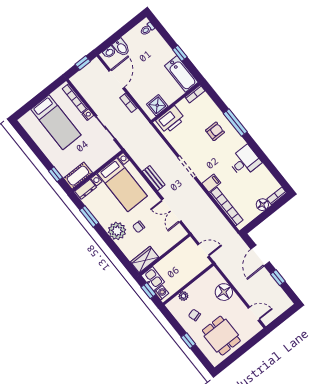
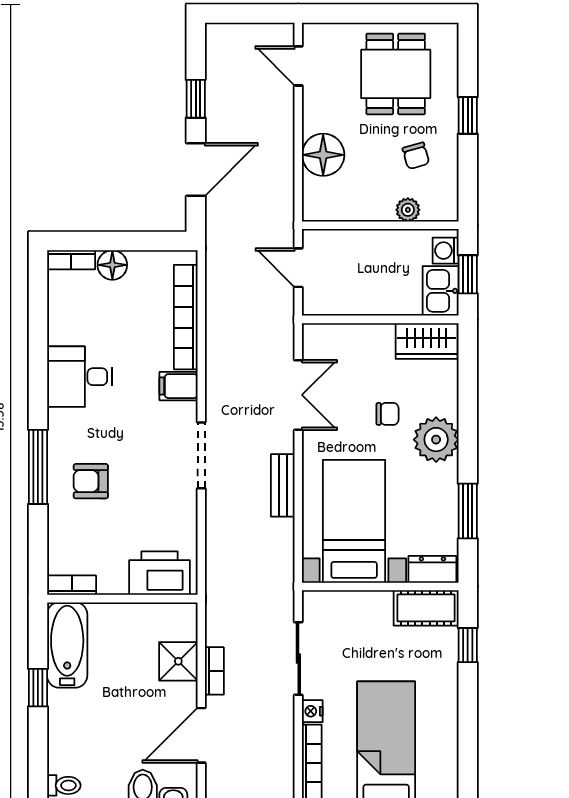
shower: (157, 105) -> (178, 661), moved

